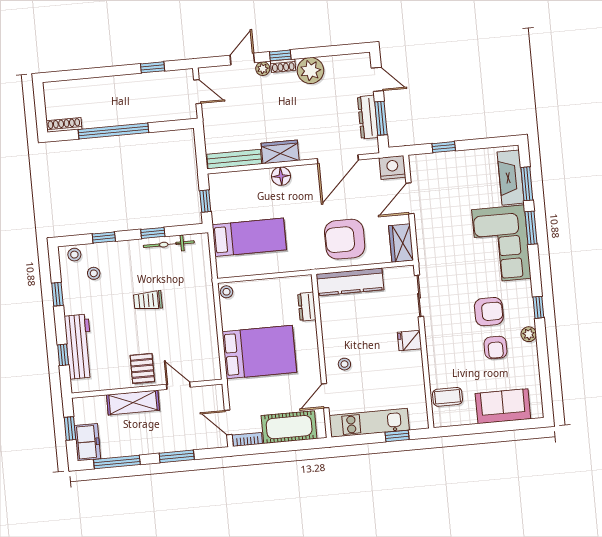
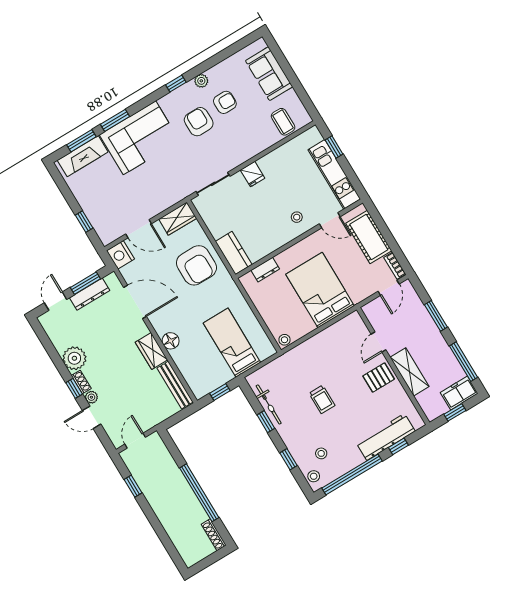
kitchen counter: (350, 282) -> (234, 253), width x0.67
window: (57, 294) -> (352, 474), width x3.17

